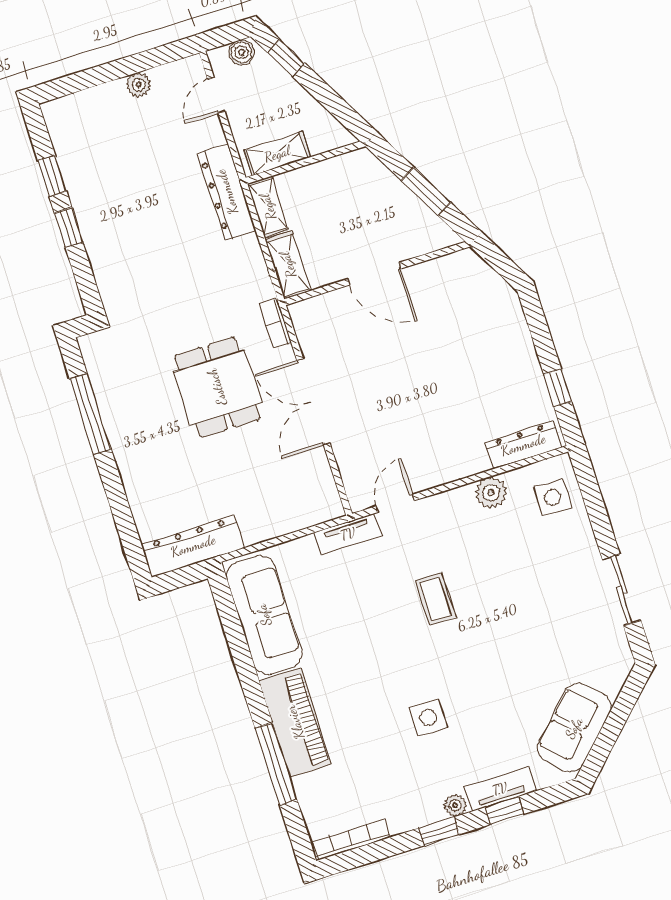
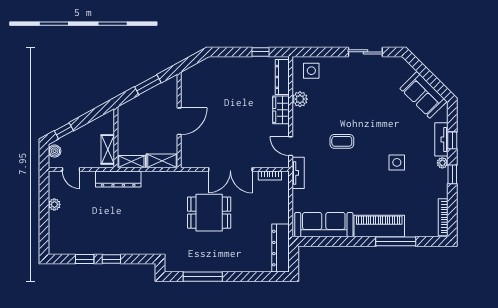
bookcase: (275, 323) -> (270, 176), moved
wardrobe: (459, 463) -> (281, 110), added

